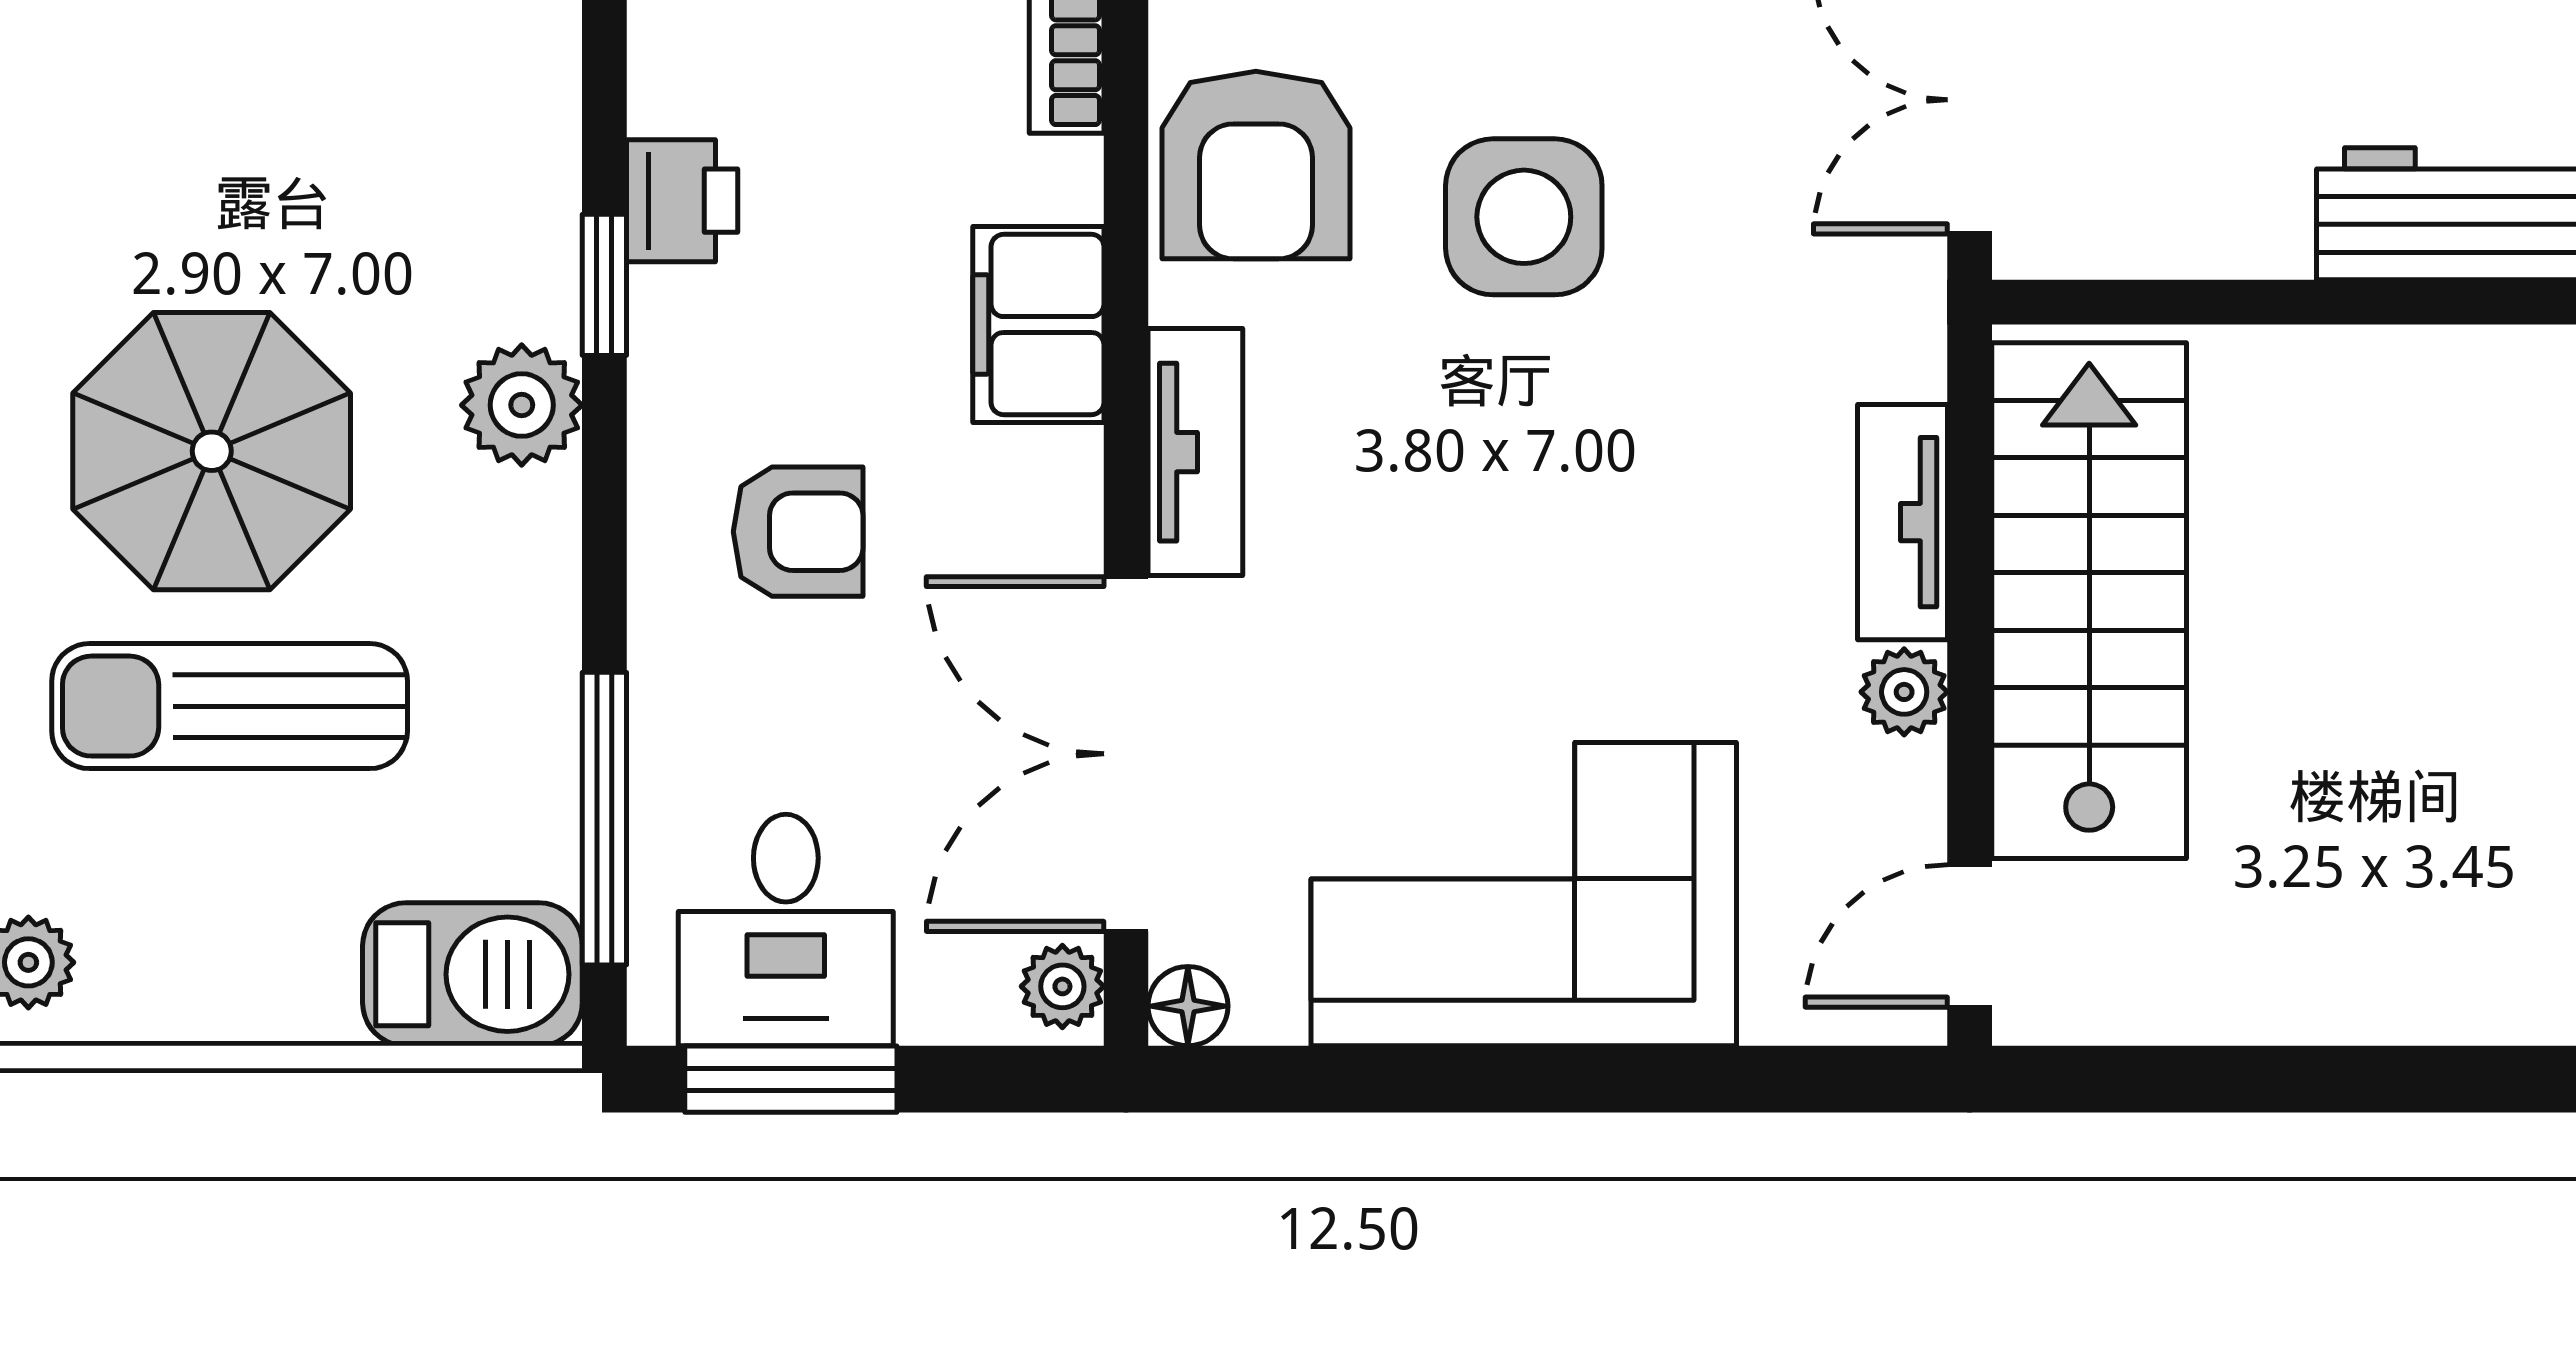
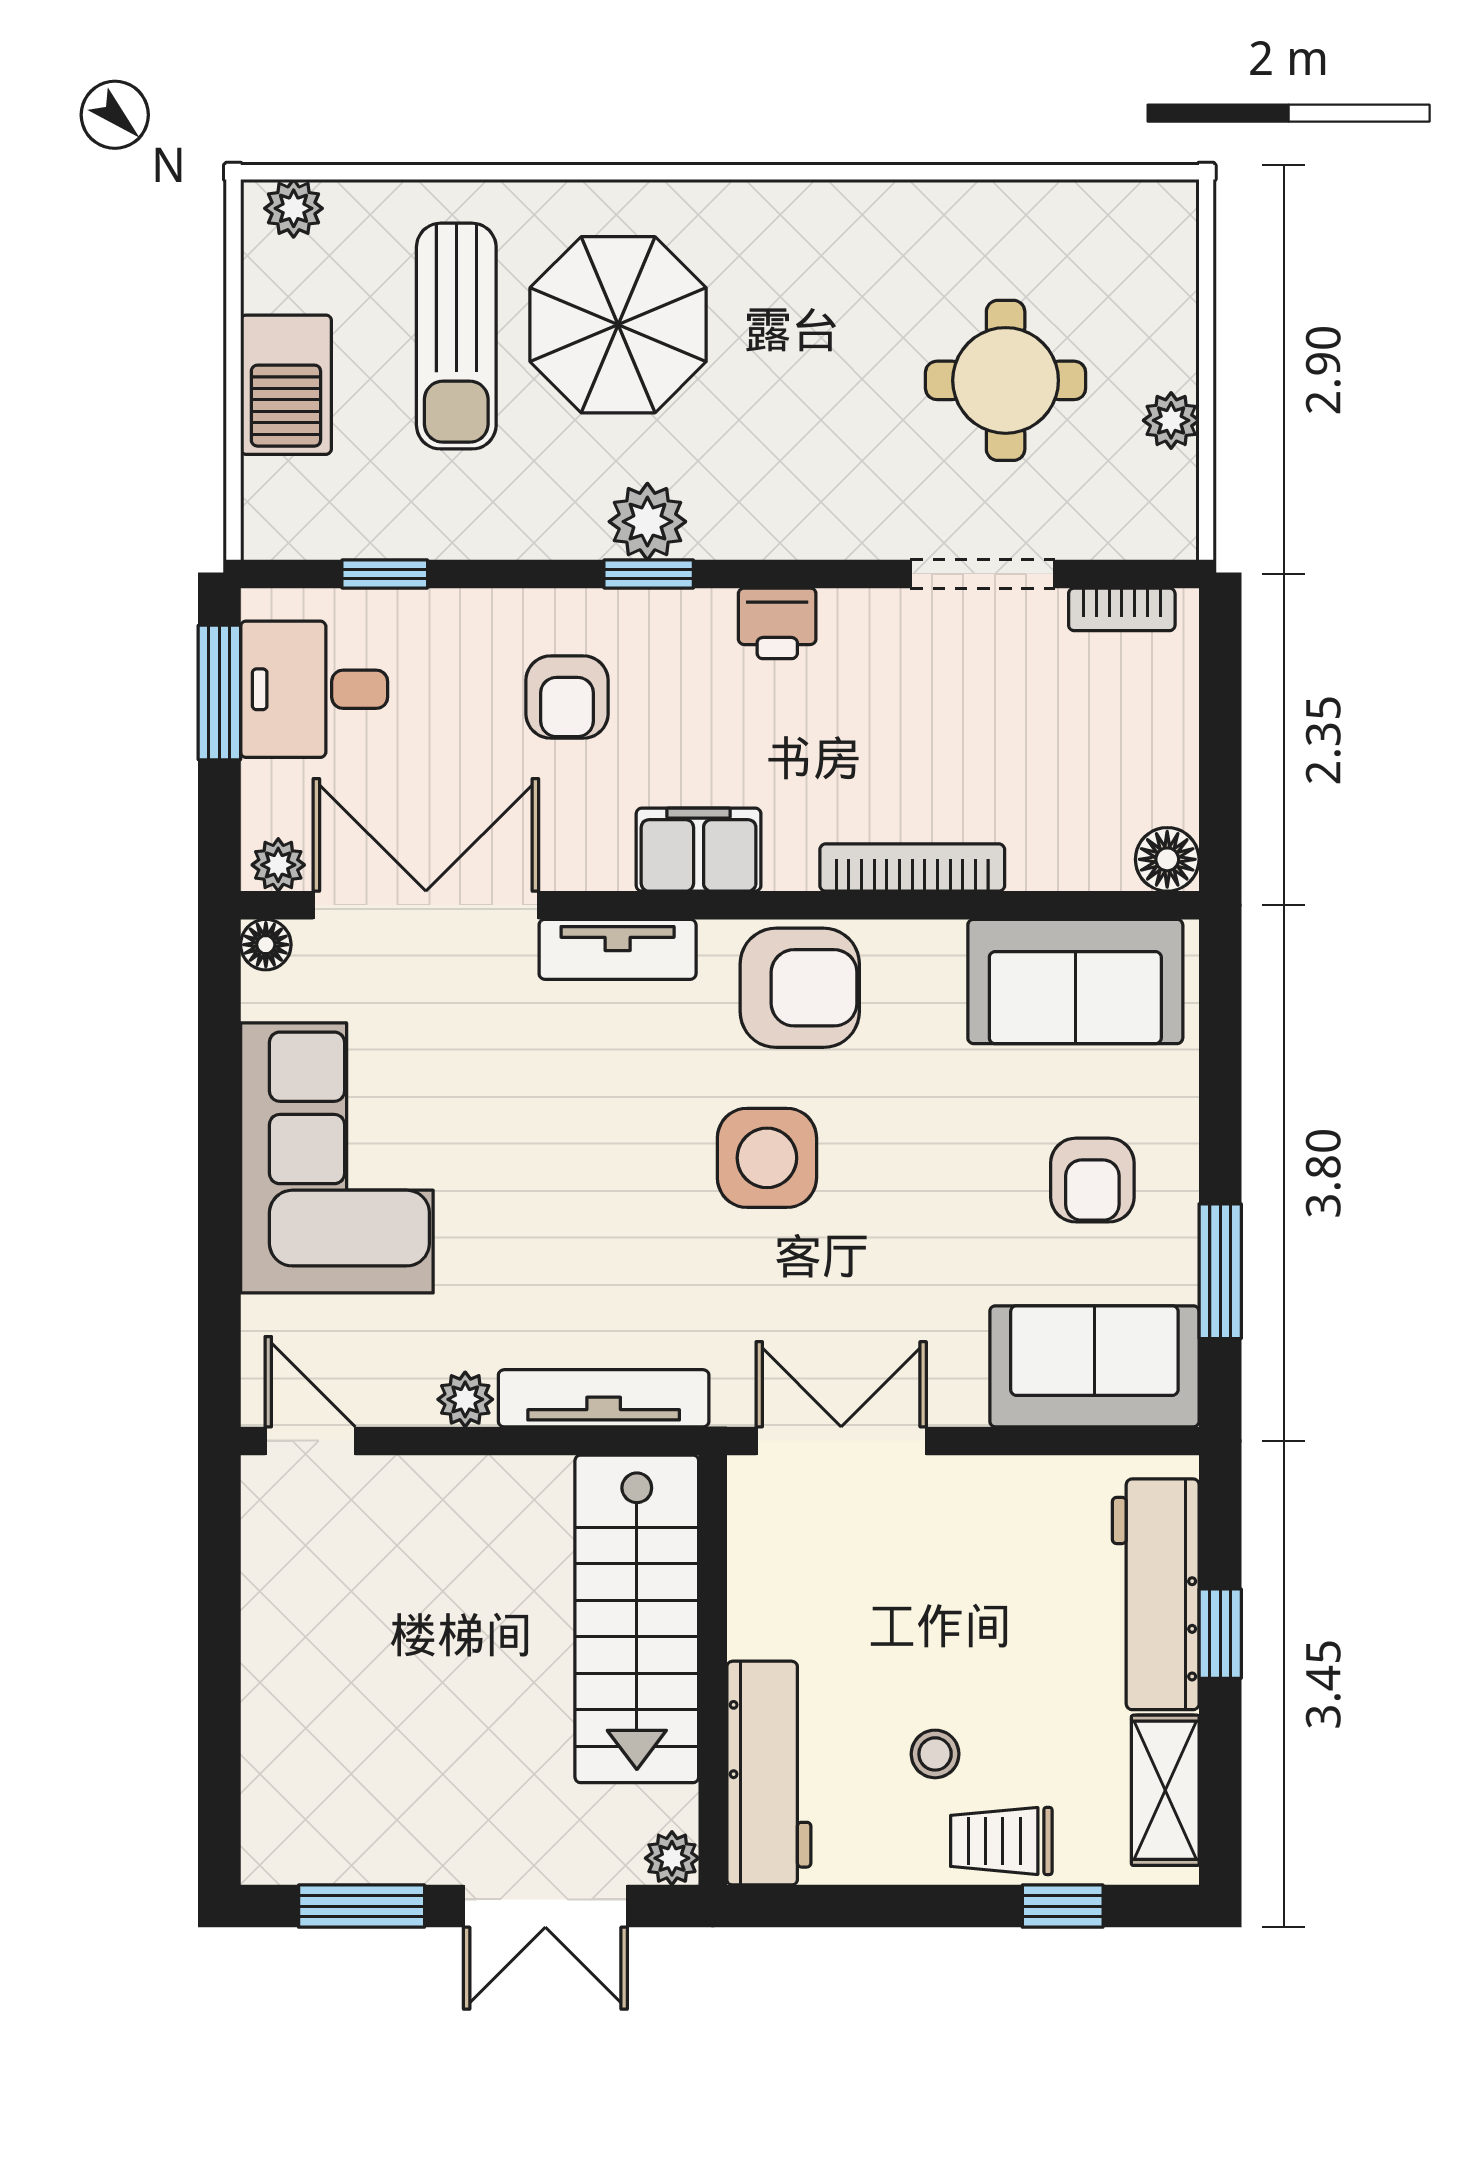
armchair: (1256, 165) -> (800, 988), turned 180
window: (604, 285) -> (649, 574), moved
tv unit: (1902, 522) -> (604, 1398), width x1.41
stairs: (2089, 601) -> (637, 1619), moved, turned 90
sun lounger: (230, 706) -> (456, 336), turned 180
window: (604, 819) -> (385, 574), width x0.46
barbecue: (472, 974) -> (286, 385), moved

